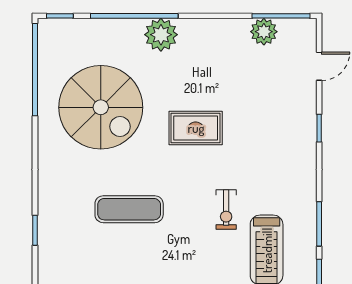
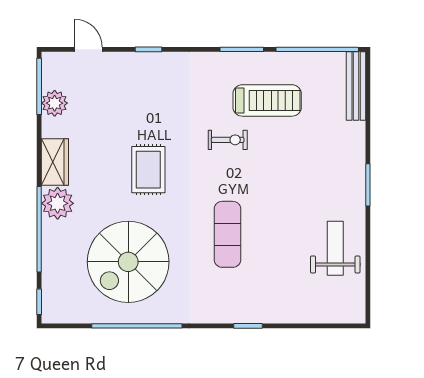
wardrobe: (203, 32) -> (55, 162), added
window: (35, 70) -> (137, 326), moved
spiral stairs: (101, 107) -> (128, 262), turned 180

